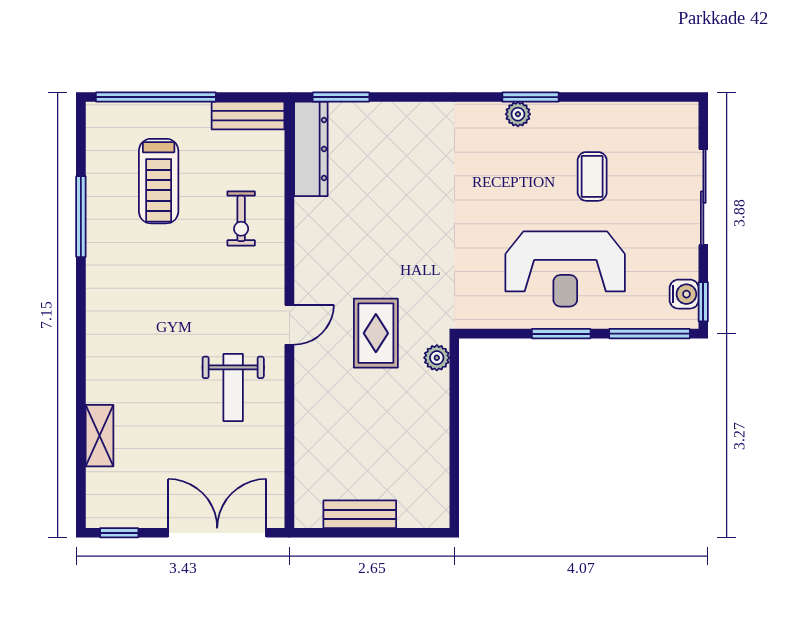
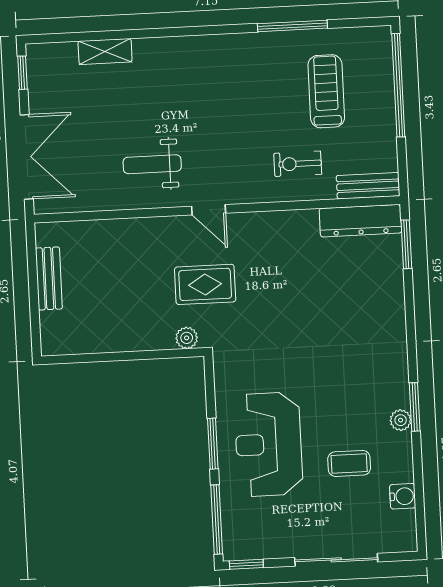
plant: (518, 114) -> (401, 420), moved
bench: (248, 116) -> (368, 186), moved, turned 90
treadmill: (159, 181) -> (326, 91), turned 90
water cooler: (684, 294) -> (403, 496), moved, turned -90

